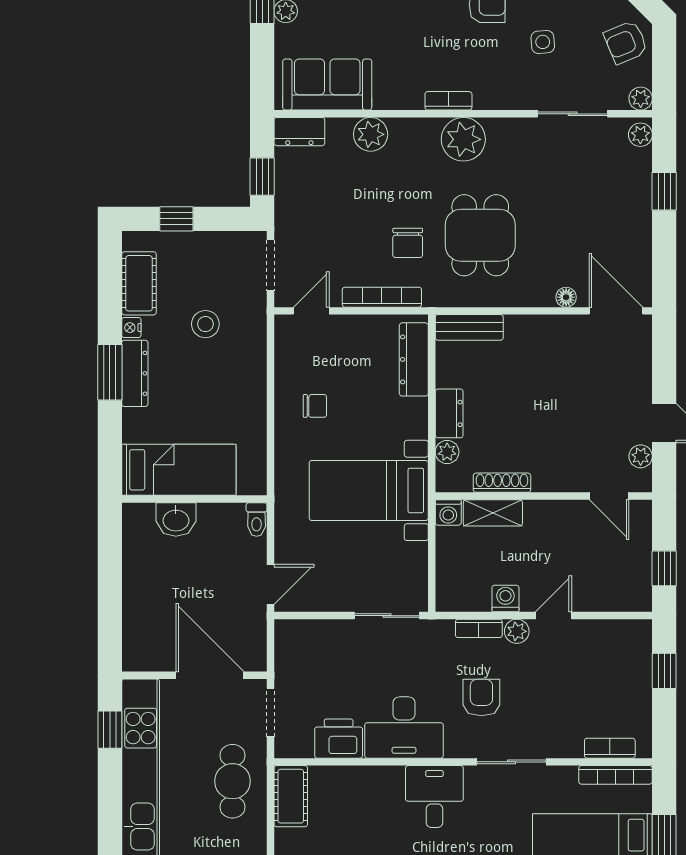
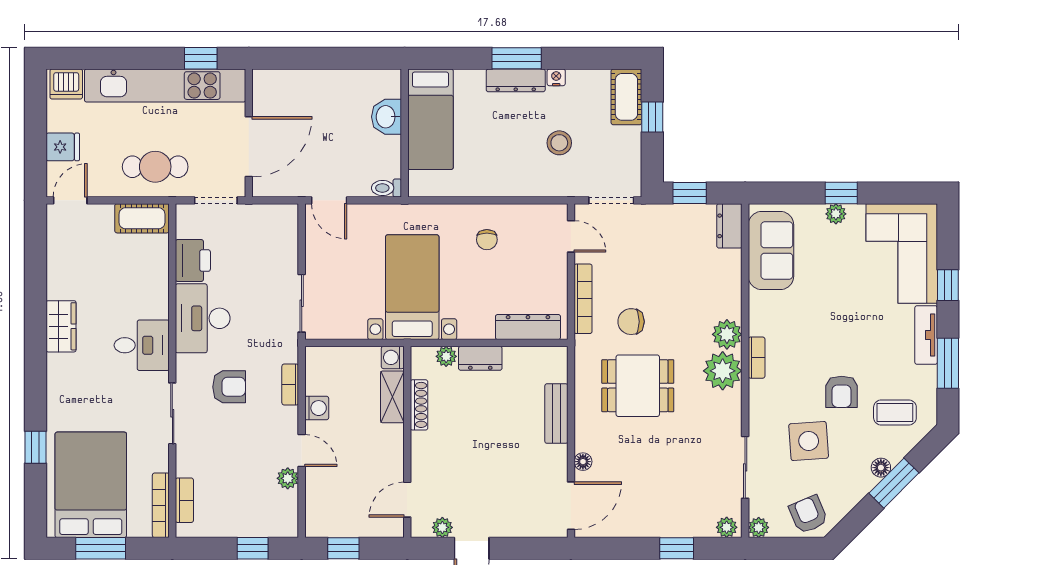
side table: (543, 42) -> (809, 441), width x1.87, depth x1.87
plant: (371, 134) -> (727, 334), moved
cot: (139, 283) -> (626, 97), moved, turned 90
bench: (469, 327) -> (556, 414), moved
plant: (517, 631) -> (288, 478), moved

